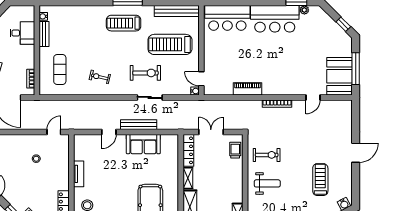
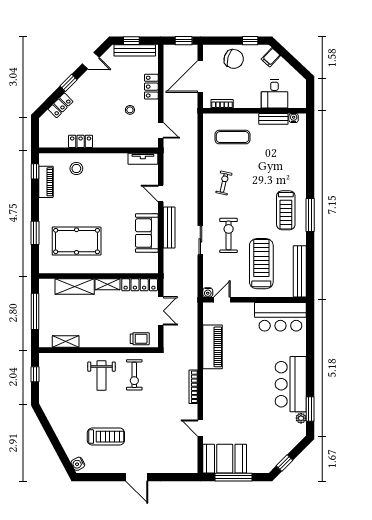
bar counter: (227, 18) -> (280, 317), moved, turned -90
treadmill: (124, 23) -> (286, 210), turned 180
exercise bike: (145, 73) -> (229, 235), turned 180
piano: (247, 89) -> (213, 347), width x1.37, depth x1.33
locker: (16, 140) -> (151, 87), added
tv unit: (79, 174) -> (143, 159), moved

